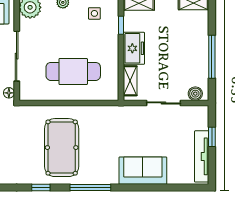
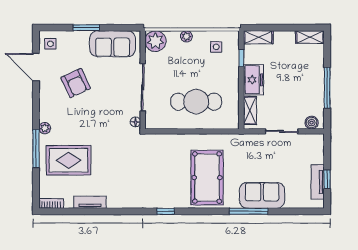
window: (212, 137) -> (327, 179), moved
pool table: (62, 148) -> (207, 178), moved
tv unit: (202, 156) -> (318, 182), width x0.71
window: (90, 188) -> (249, 211), moved

